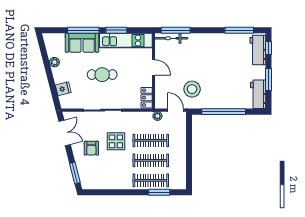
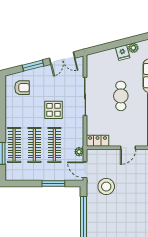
fridge: (63, 89) -> (123, 53), moved
door: (175, 110) -> (85, 170), swing flipped
window: (189, 142) -> (53, 184), added
armchair: (91, 148) -> (22, 88), moved, turned 180
window: (75, 173) -> (33, 66), moved

